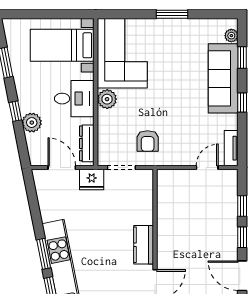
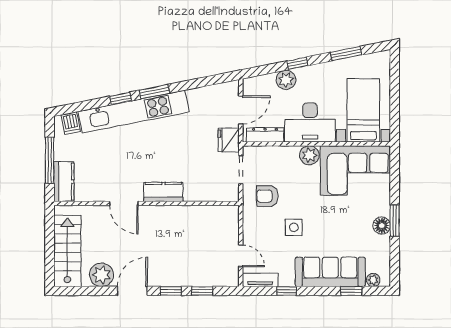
floor lamp: (177, 27) -> (382, 226), added
desk: (74, 99) -> (310, 123), width x1.37
window: (242, 102) -> (286, 291), moved
side table: (179, 115) -> (294, 227), added

